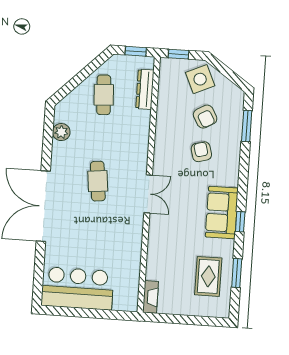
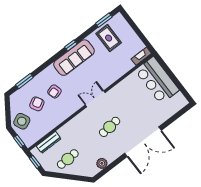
sofa: (222, 213) -> (74, 58), width x1.36
window: (237, 273) -> (104, 20), moved
rug: (208, 276) -> (109, 38), turned 90
bar counter: (77, 288) -> (157, 80), moved

